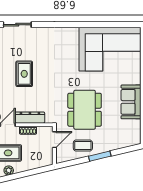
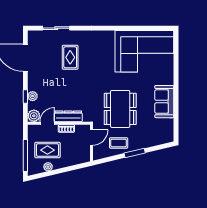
rug: (24, 74) -> (70, 57), moved

